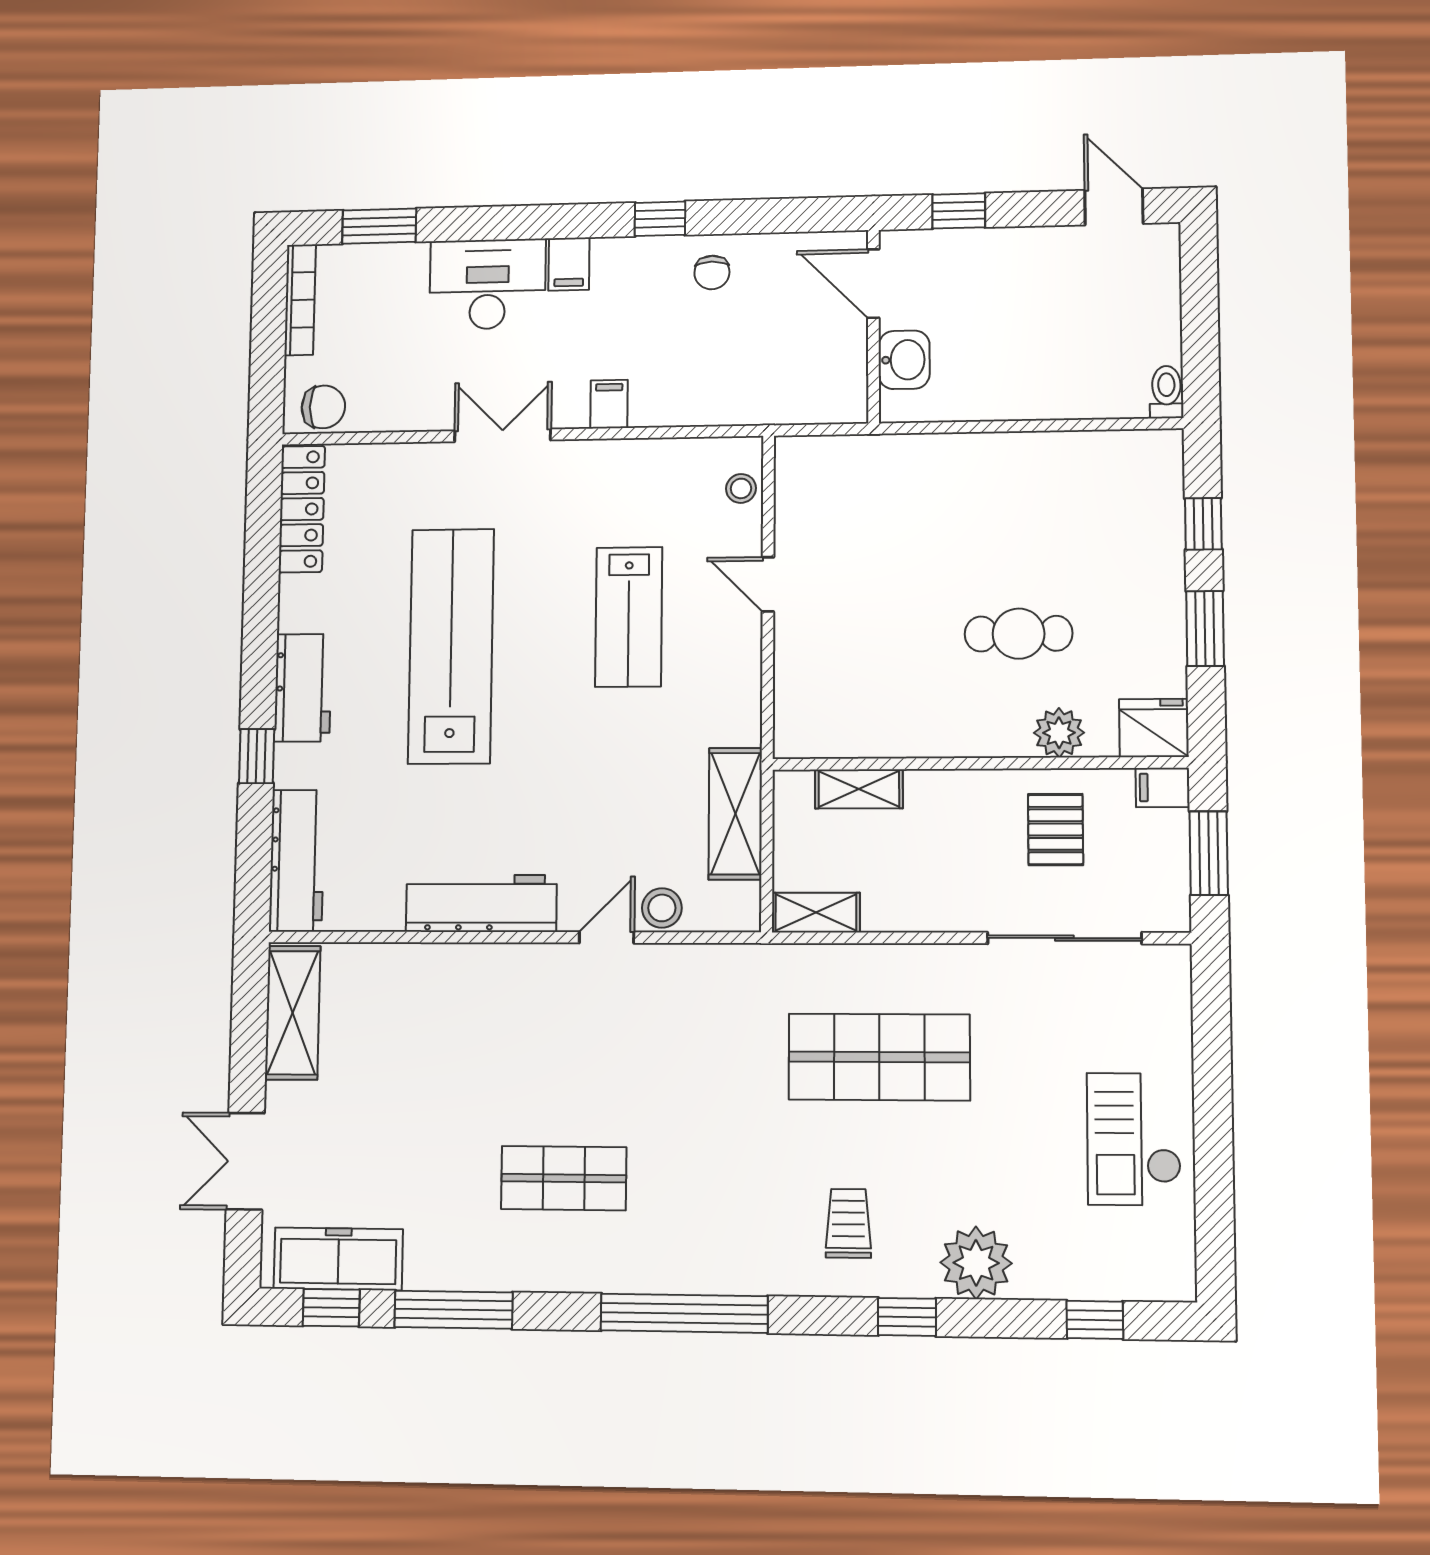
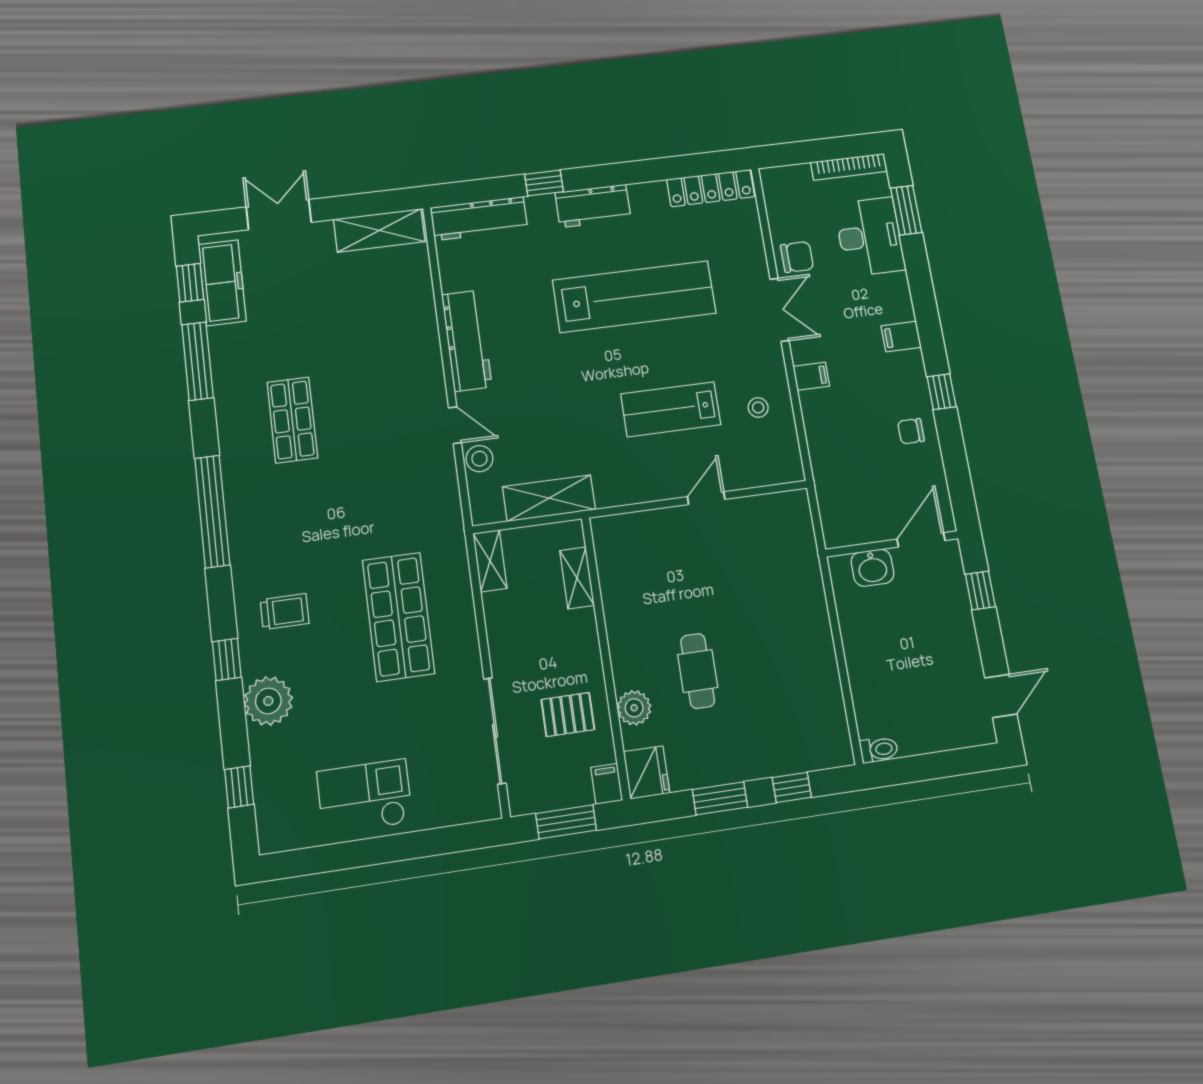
desk: (488, 284) -> (870, 237), moved
chair: (323, 407) -> (797, 257), moved, turned -90
stool: (741, 488) -> (758, 407), moved

